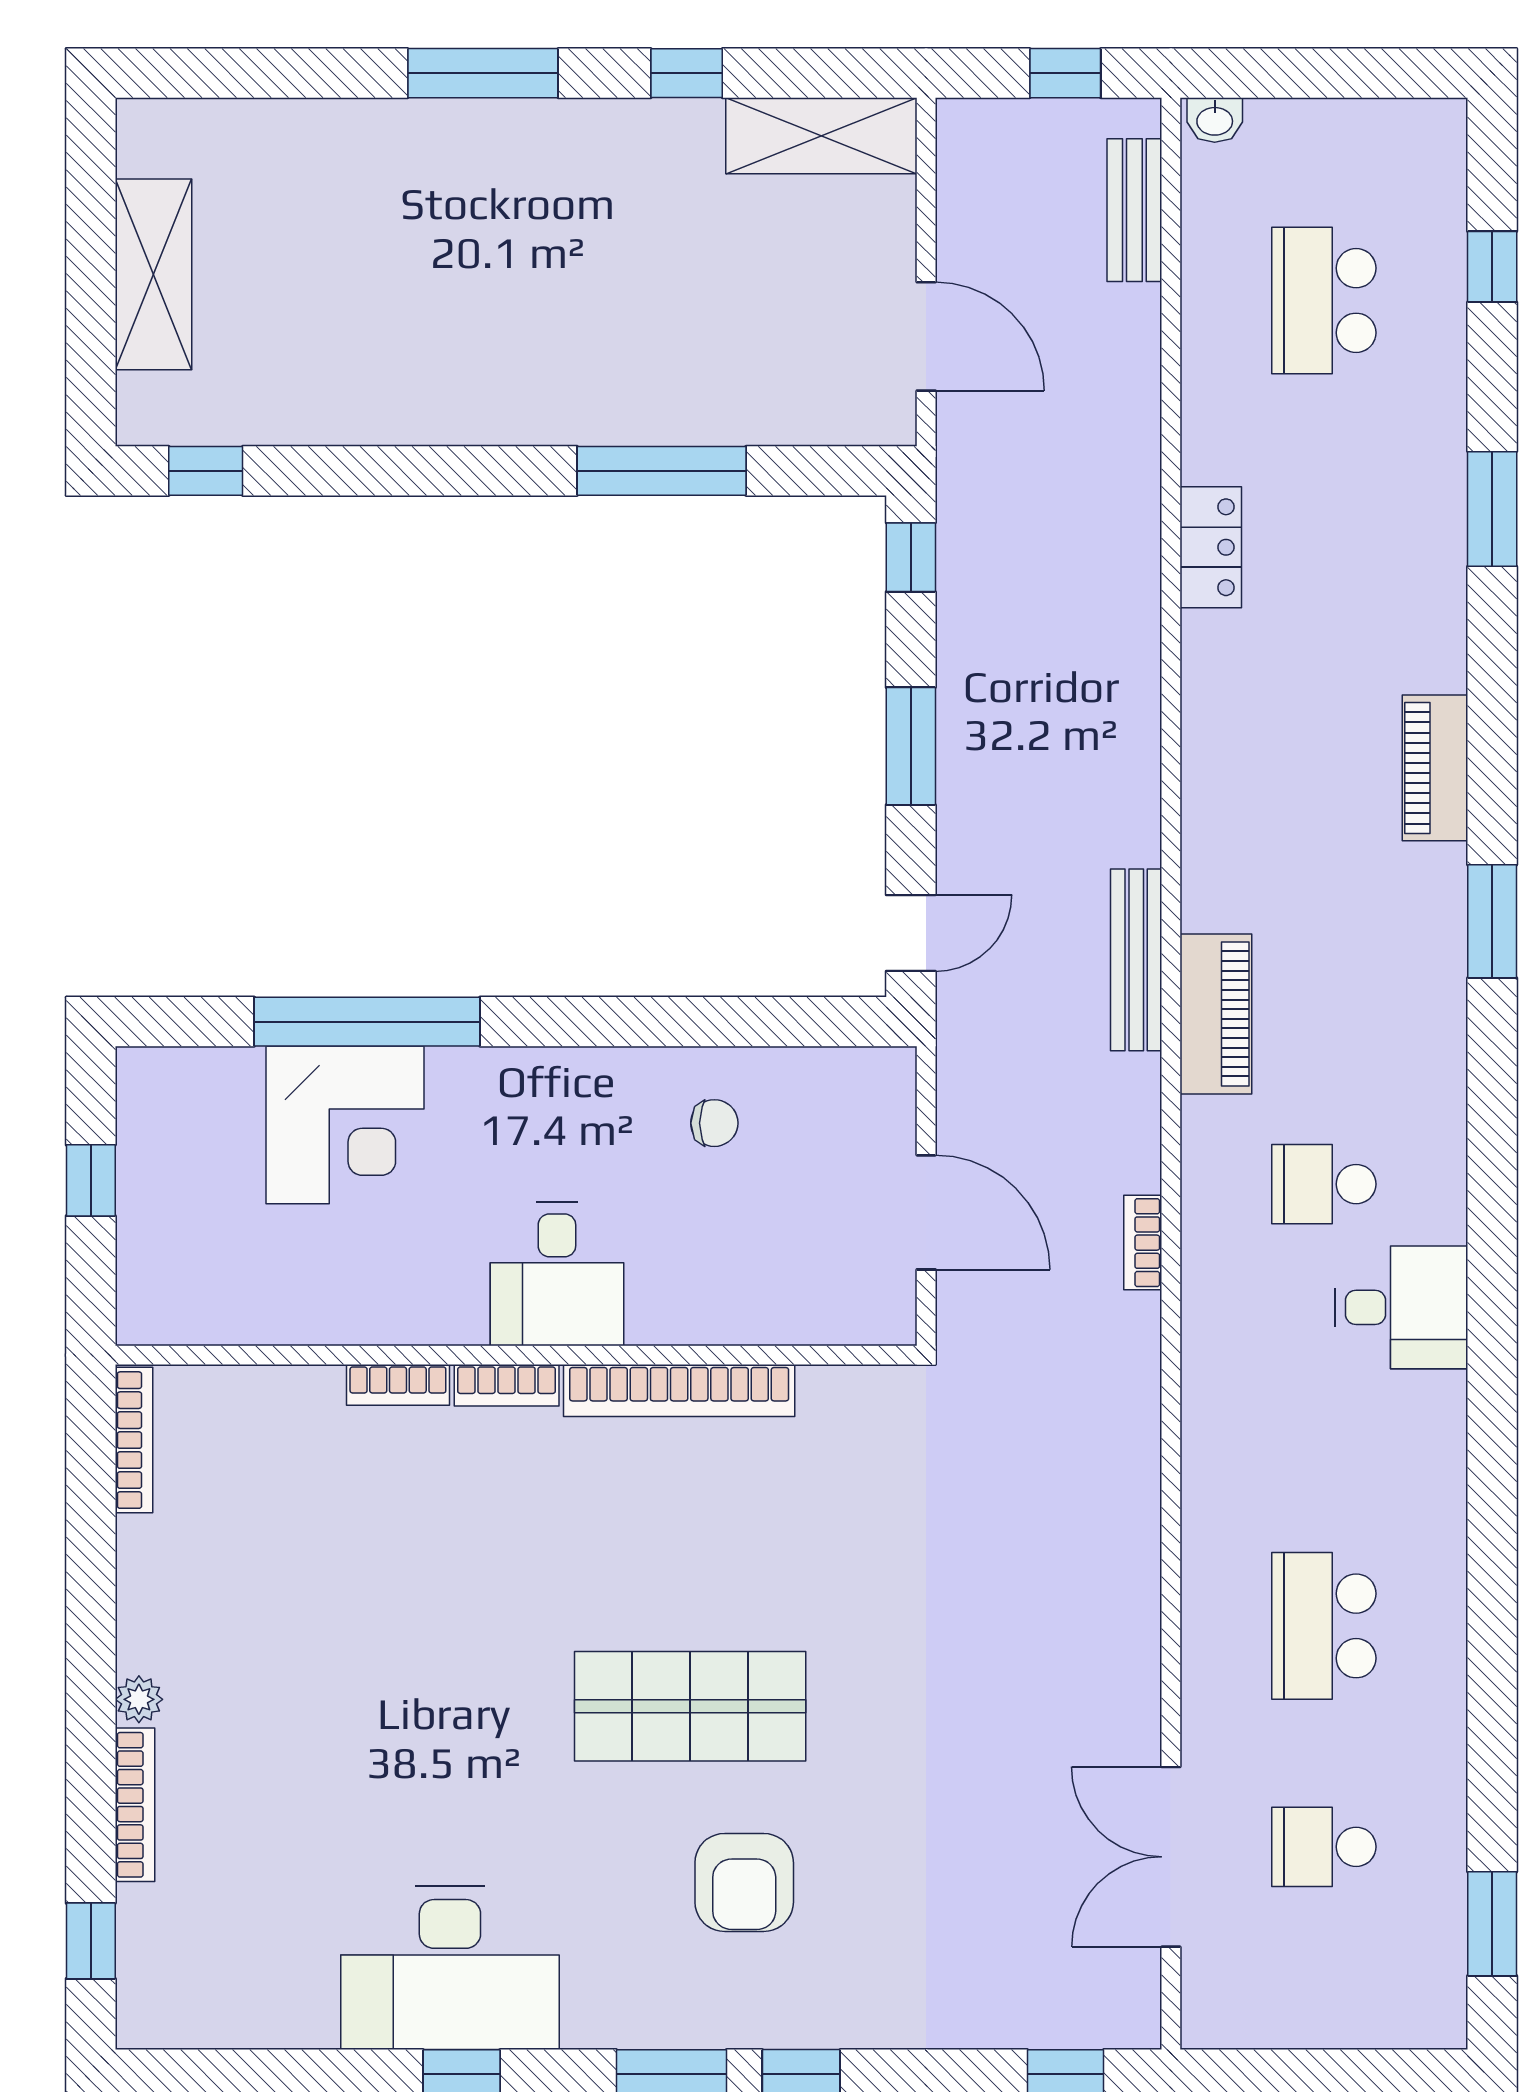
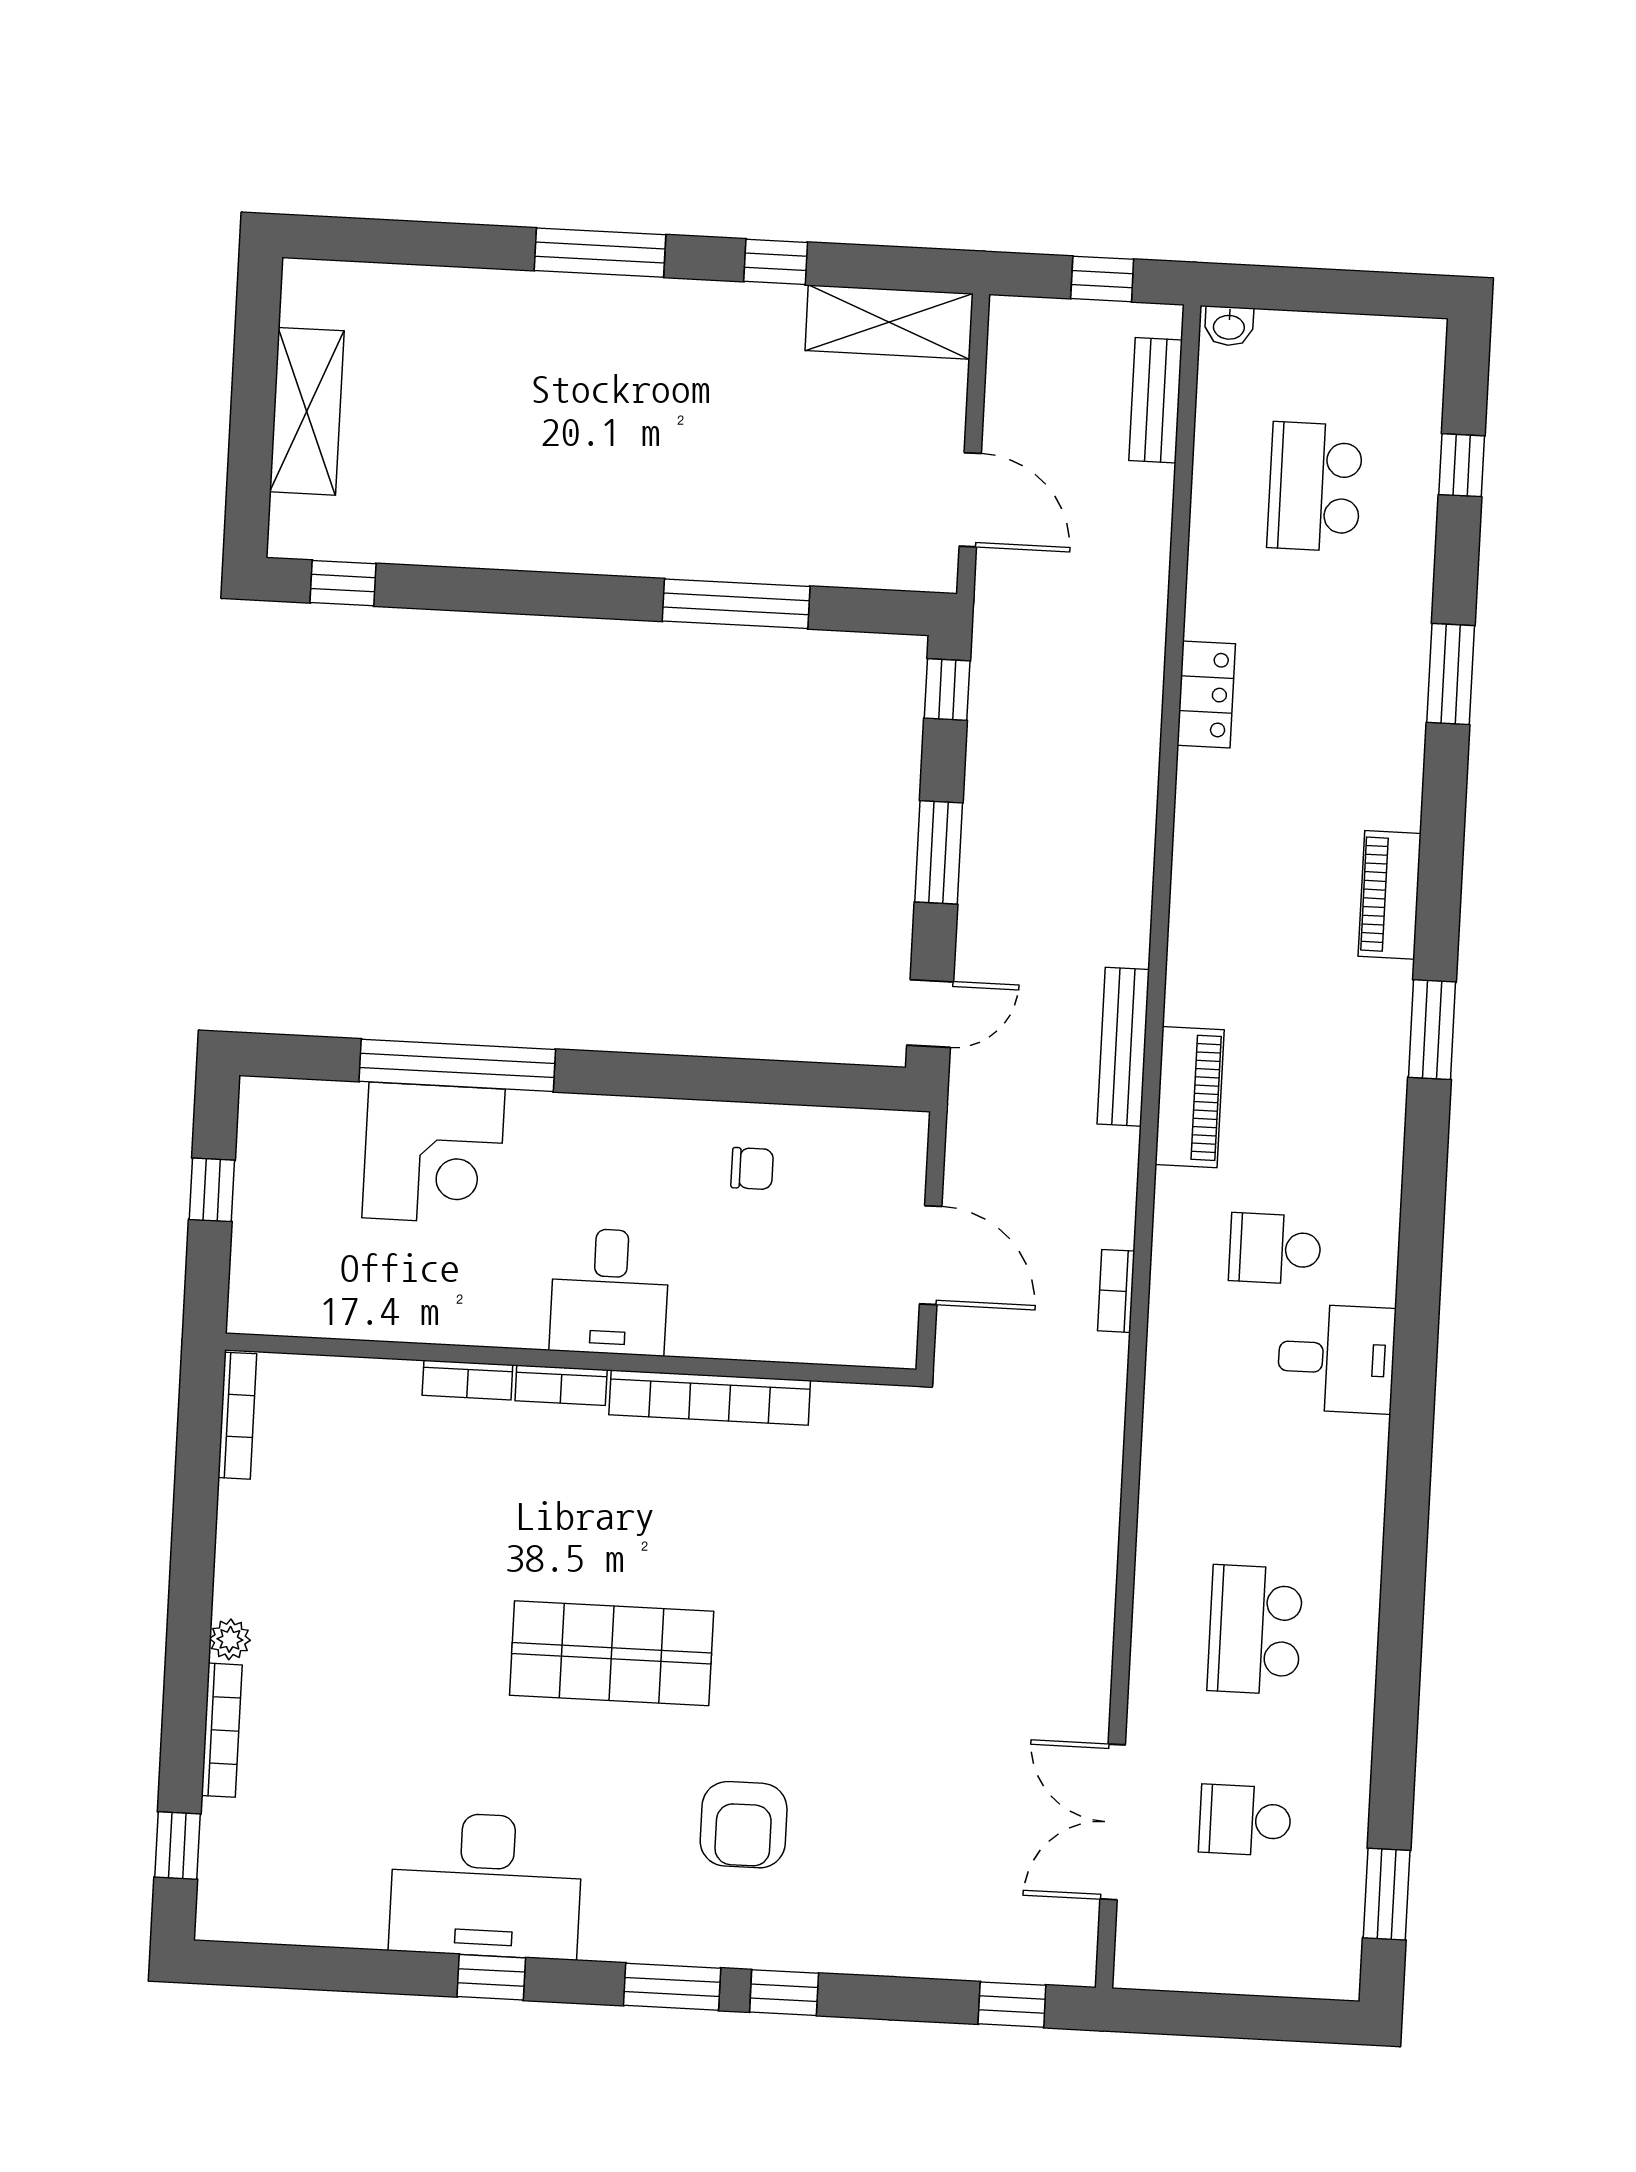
shop shelf: (690, 1706) -> (612, 1653), moved

